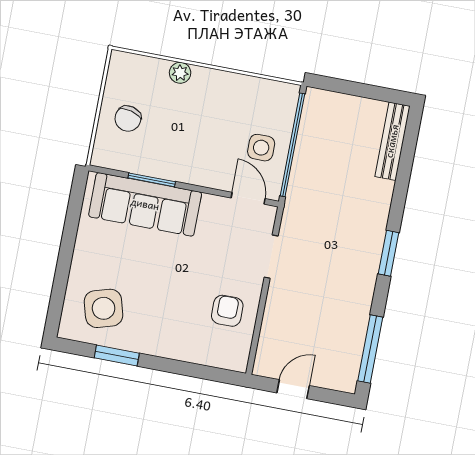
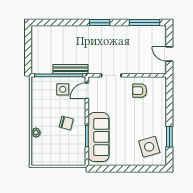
chair: (128, 119) -> (66, 123), moved
bench: (392, 141) -> (70, 69), moved

